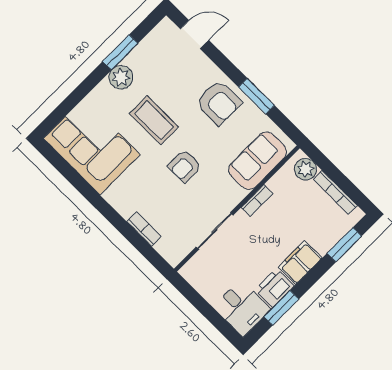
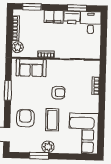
armchair: (219, 102) -> (25, 118), moved

